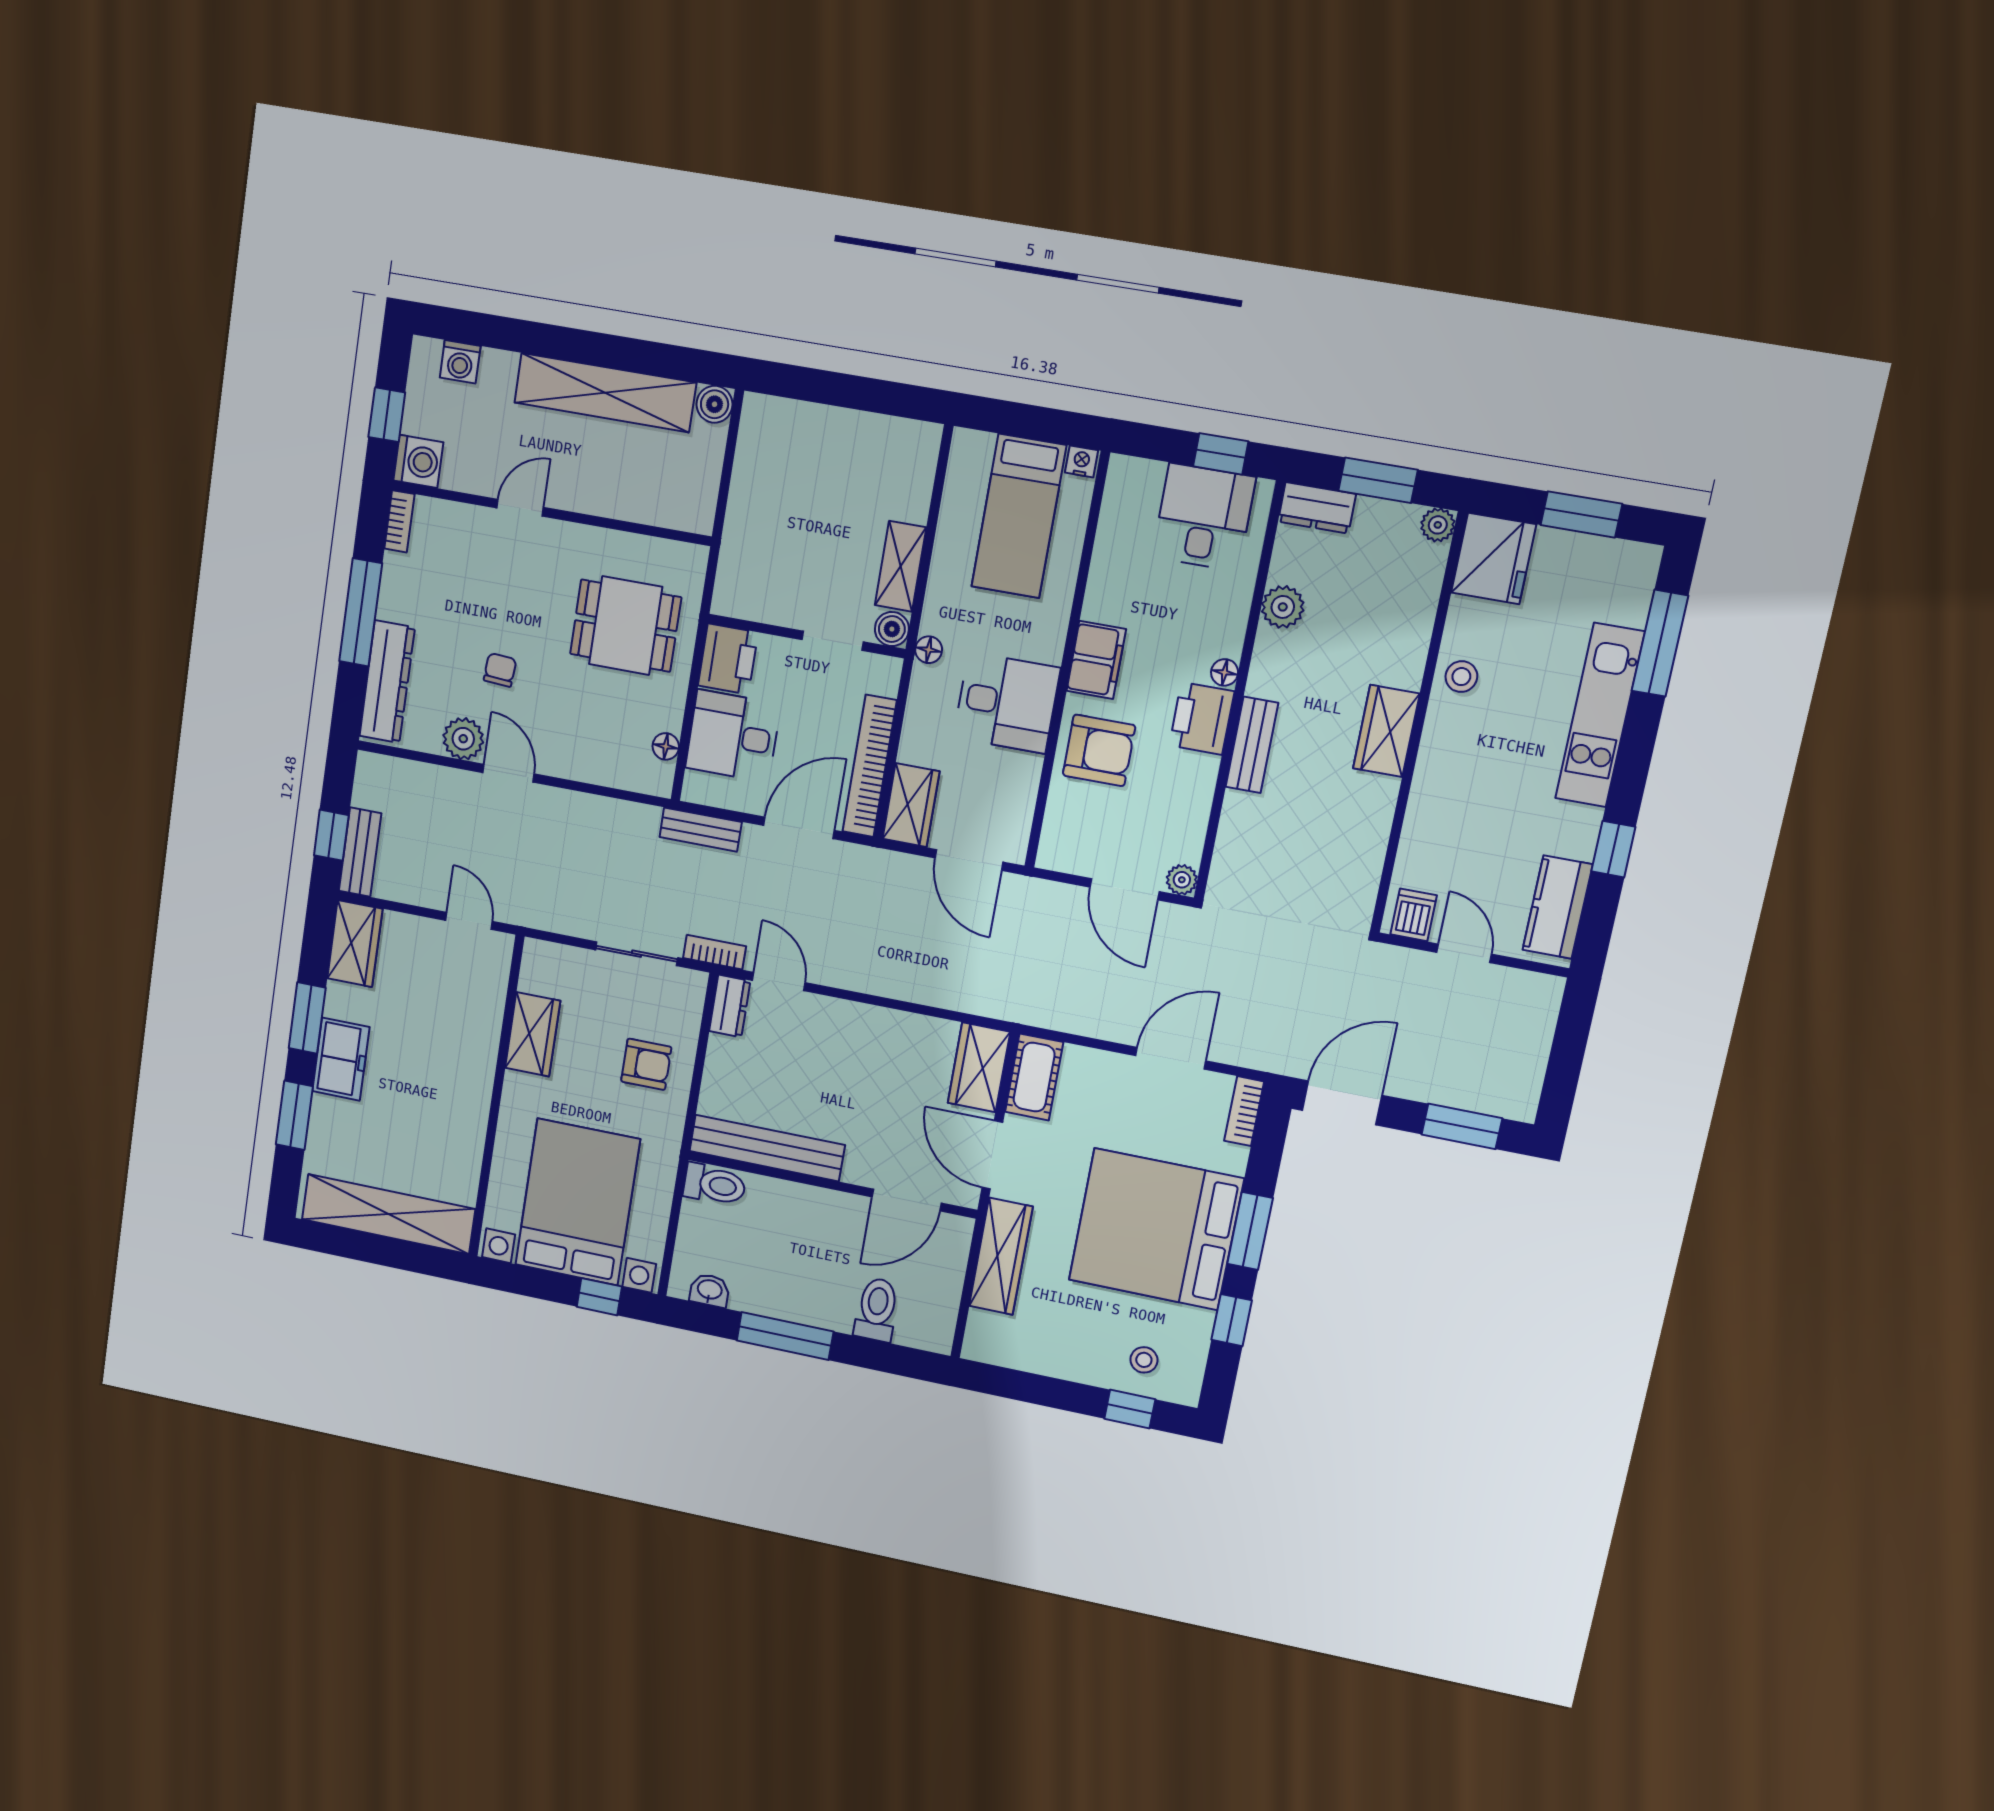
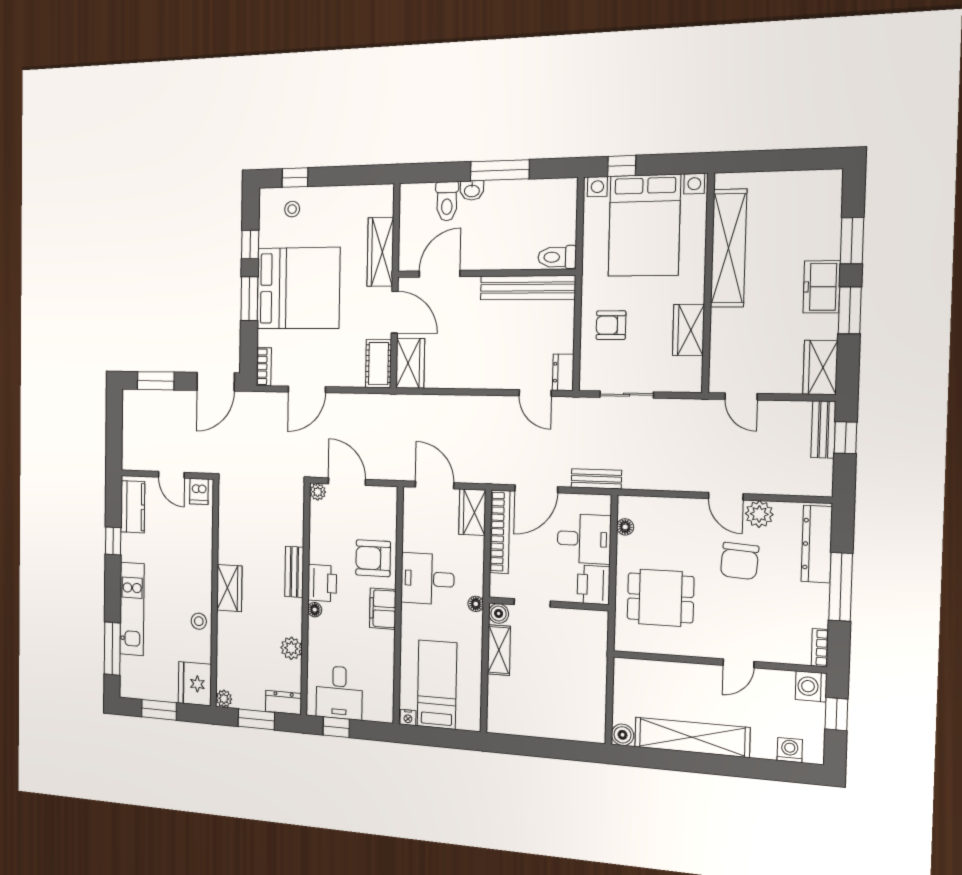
chair: (500, 670) -> (740, 561), width x1.87, depth x1.87
bookcase: (715, 952) -> (577, 404), removed
shelving: (388, 1214) -> (729, 248), moved, turned 90
washbasin: (710, 1290) -> (472, 190), moved

